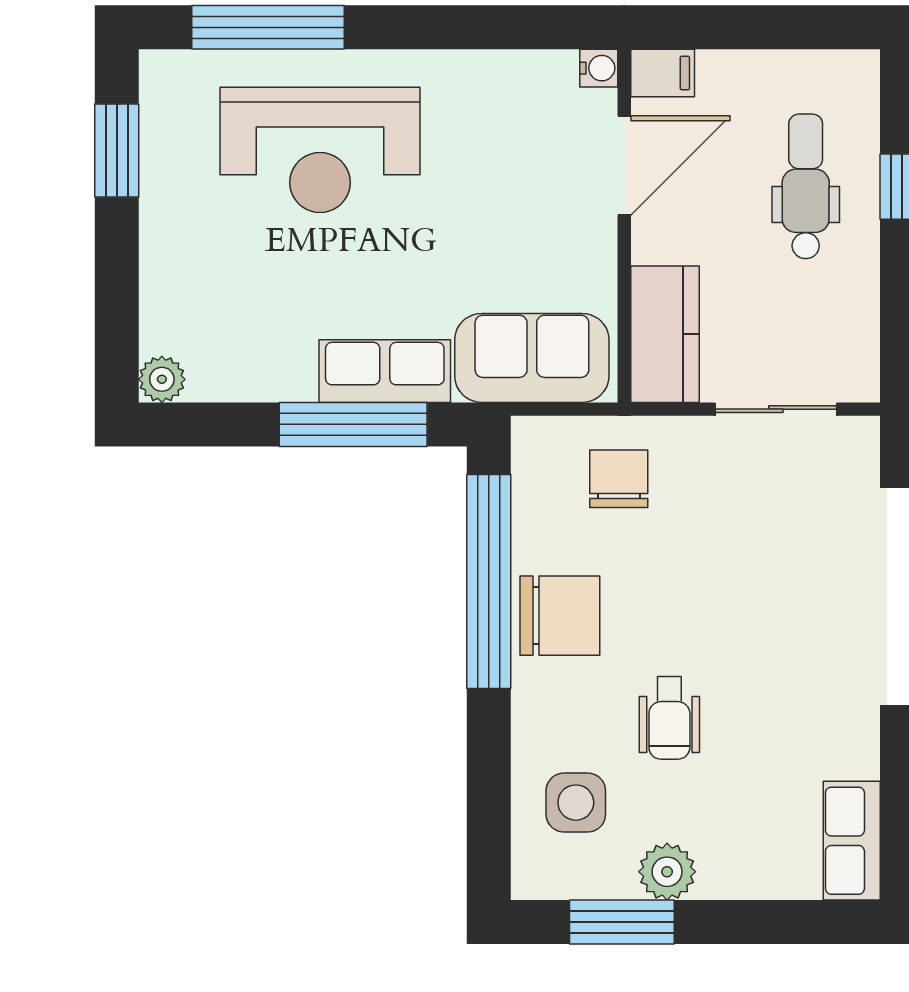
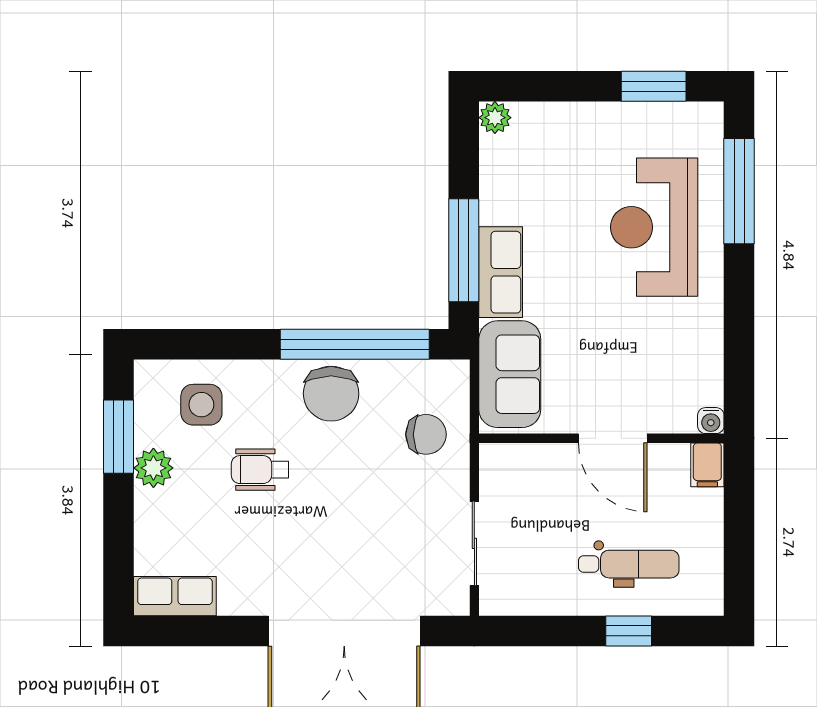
door: (624, 165) -> (613, 438), moved
kitchen counter: (665, 334) -> (526, 466), removed

